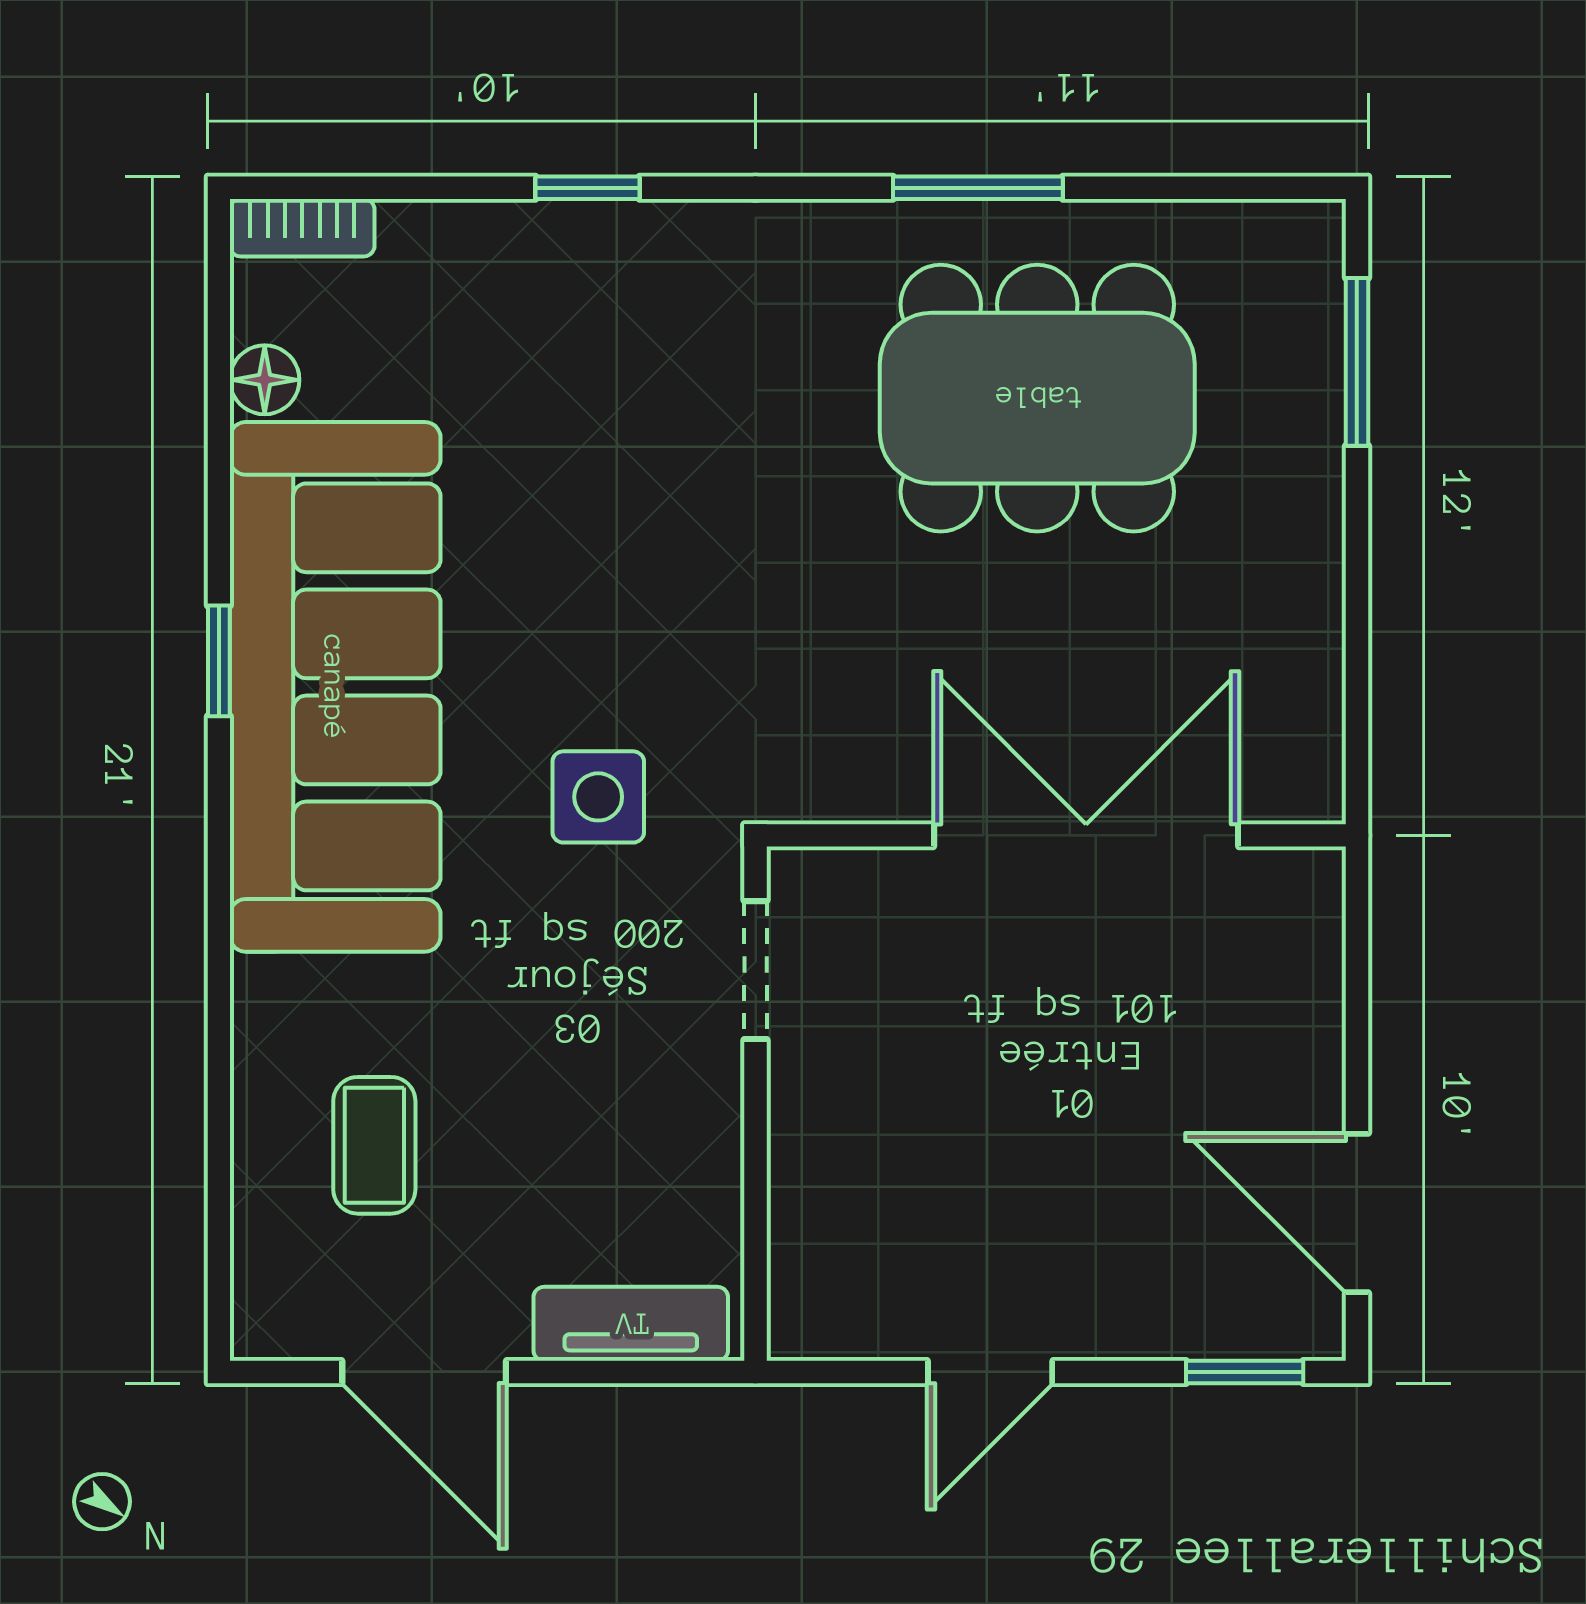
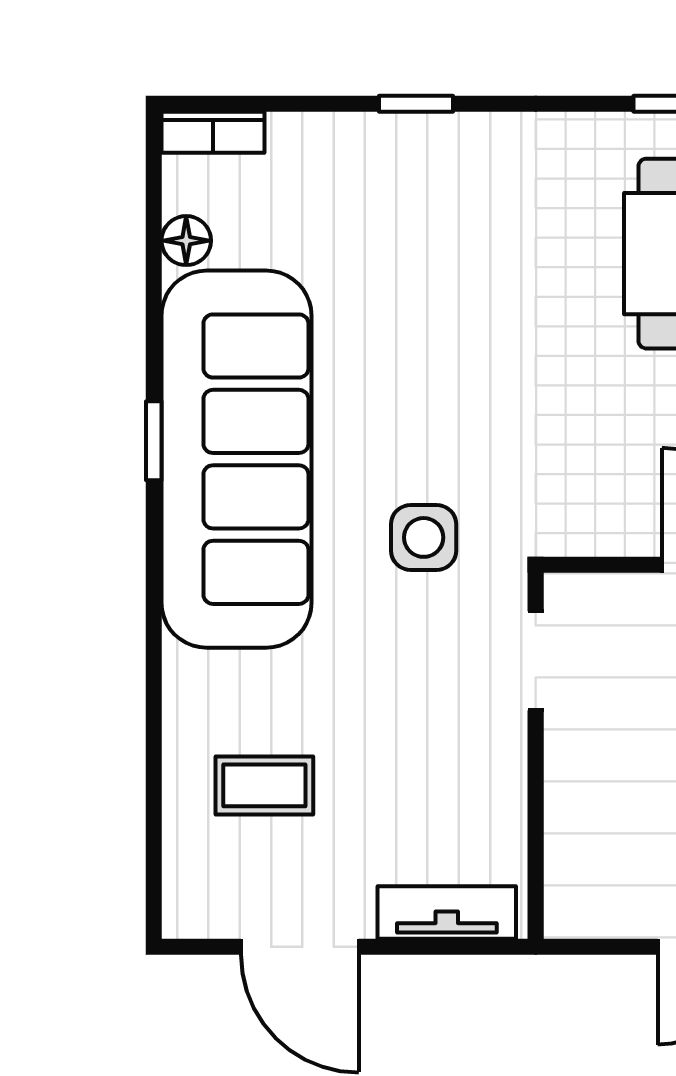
coffee table: (374, 1145) -> (264, 785), turned 90

